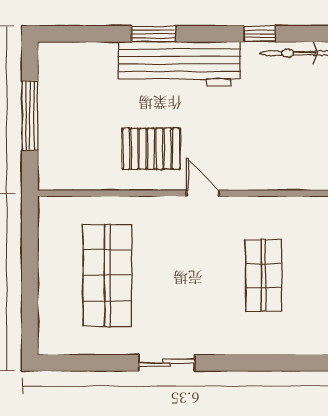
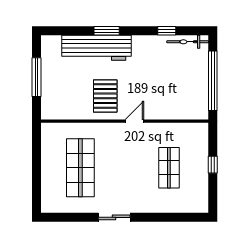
workbench: (179, 64) -> (96, 48), moved
pallet: (151, 149) -> (105, 96), turned 90
door: (203, 193) -> (134, 121), hinge flipped

